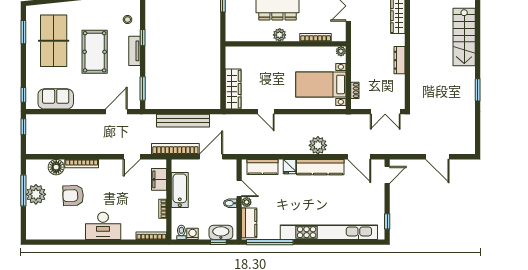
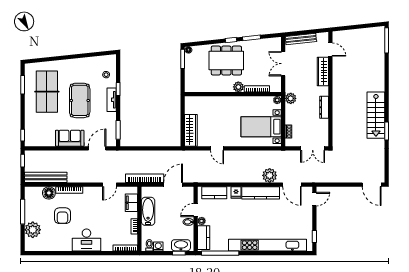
plant: (280, 35) -> (238, 87), moved
stairs: (464, 37) -> (376, 115), moved
plant: (358, 49) -> (291, 98), added
sofa: (56, 99) -> (70, 138), moved
bench: (183, 121) -> (46, 177), moved
plant: (318, 145) -> (270, 175), moved
door: (437, 157) -> (372, 185), moved
door: (239, 188) -> (196, 210), swing flipped
plant: (36, 194) -> (33, 230), moved
armchair: (73, 196) -> (62, 216), turned -88

